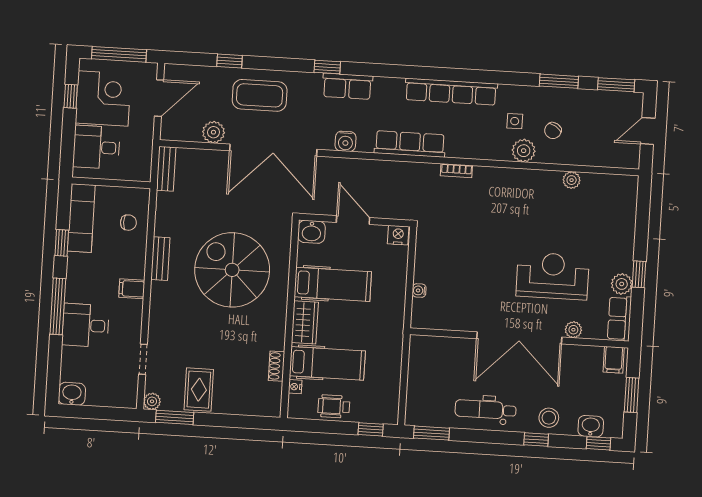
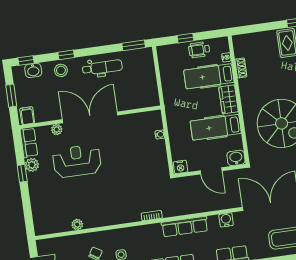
plant: (524, 151) -> (112, 237), removed
reception desk: (553, 276) -> (77, 161), turned 180
wheelchair: (334, 406) -> (199, 50), turned 180
window: (371, 429) -> (185, 38), moved

